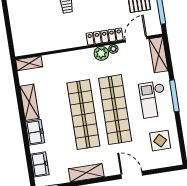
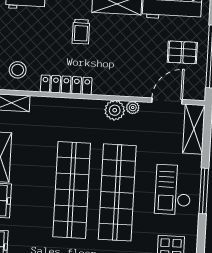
locker: (105, 37) -> (66, 85), moved
stool: (29, 40) -> (18, 70), added

